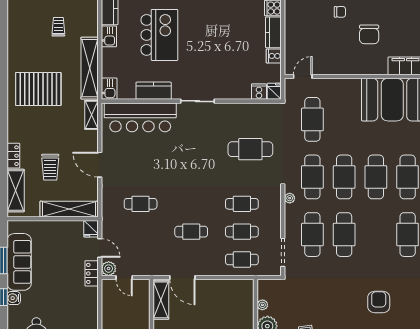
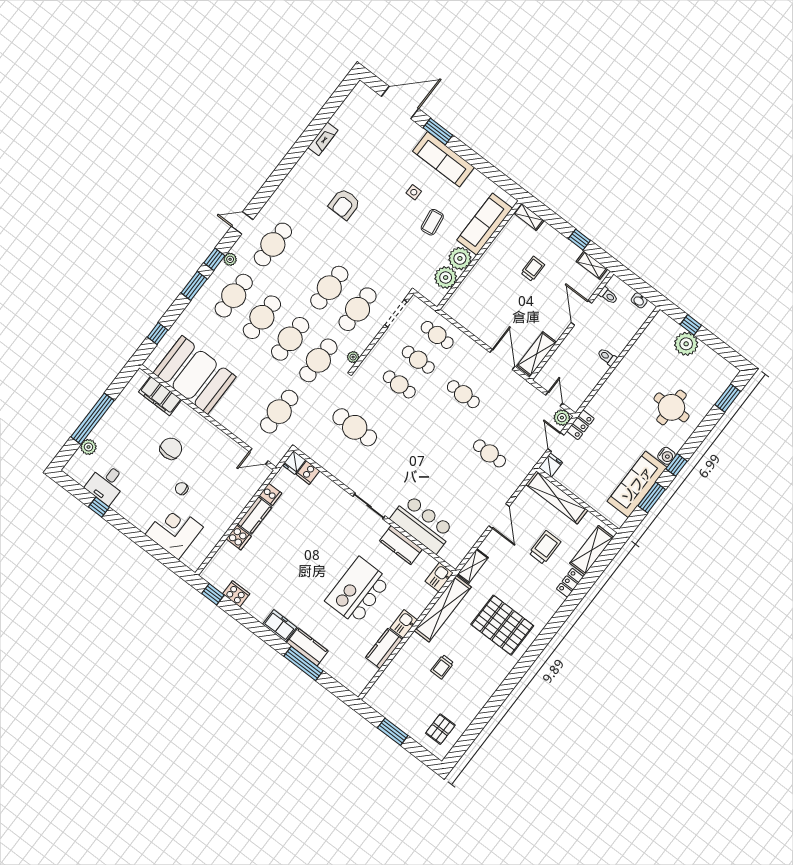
bar counter: (140, 117) -> (422, 524), width x0.73
plant: (262, 305) -> (446, 278), width x1.87, depth x1.87

